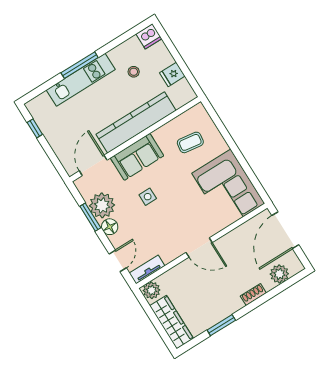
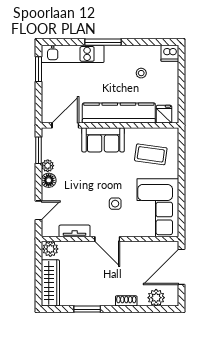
fridge: (172, 74) -> (164, 114), moved, turned 90
kitchen unit: (81, 80) -> (73, 54), moved
window: (35, 128) -> (39, 69), width x1.50
coffee table: (190, 142) -> (151, 154), width x1.36, depth x1.30
side table: (148, 197) -> (115, 204), moved
plant: (102, 205) -> (48, 166), width x0.53, depth x0.53
window: (90, 217) -> (39, 150), moved
tv unit: (147, 269) -> (75, 231), moved

